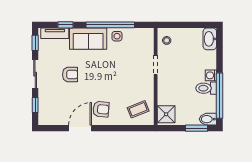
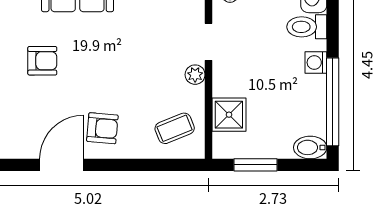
plant: (149, 82) -> (195, 75), added
toilet: (206, 88) -> (307, 27), moved
shower: (166, 114) -> (229, 115), moved
window: (196, 128) -> (256, 165), moved

